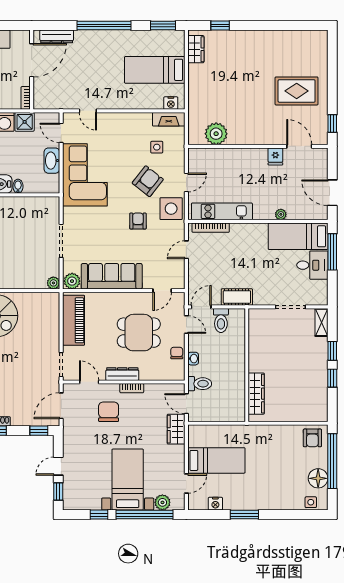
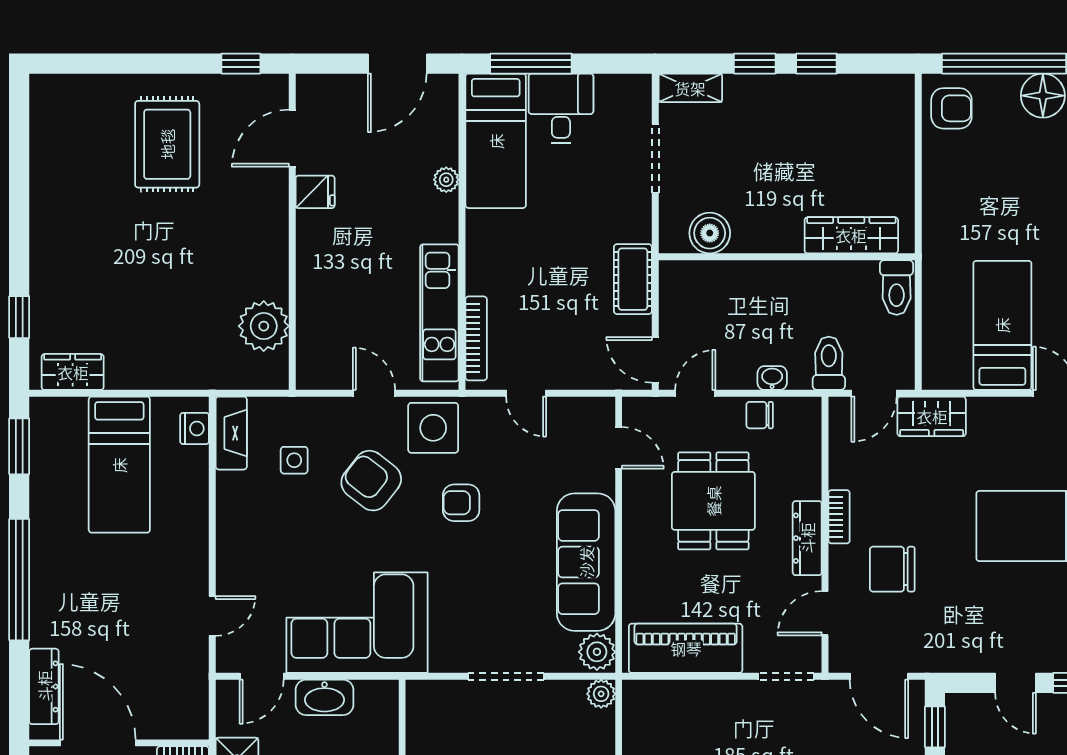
toilet: (221, 320) -> (897, 287), moved, turned 90
boiler: (257, 331) -> (710, 233), added

